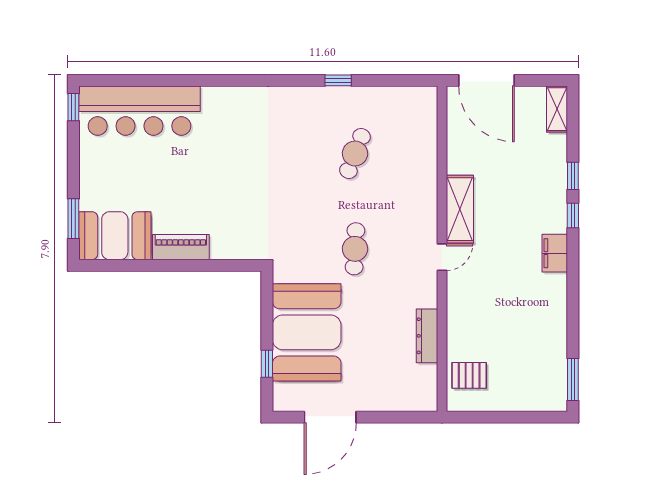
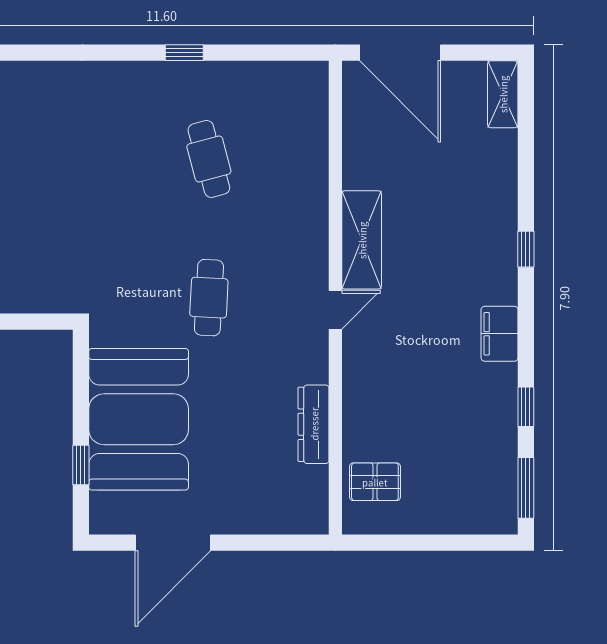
cafe table: (355, 153) -> (209, 159), turned -36
window: (573, 176) -> (526, 407), moved
filing cabinet: (555, 253) -> (500, 334), moved

